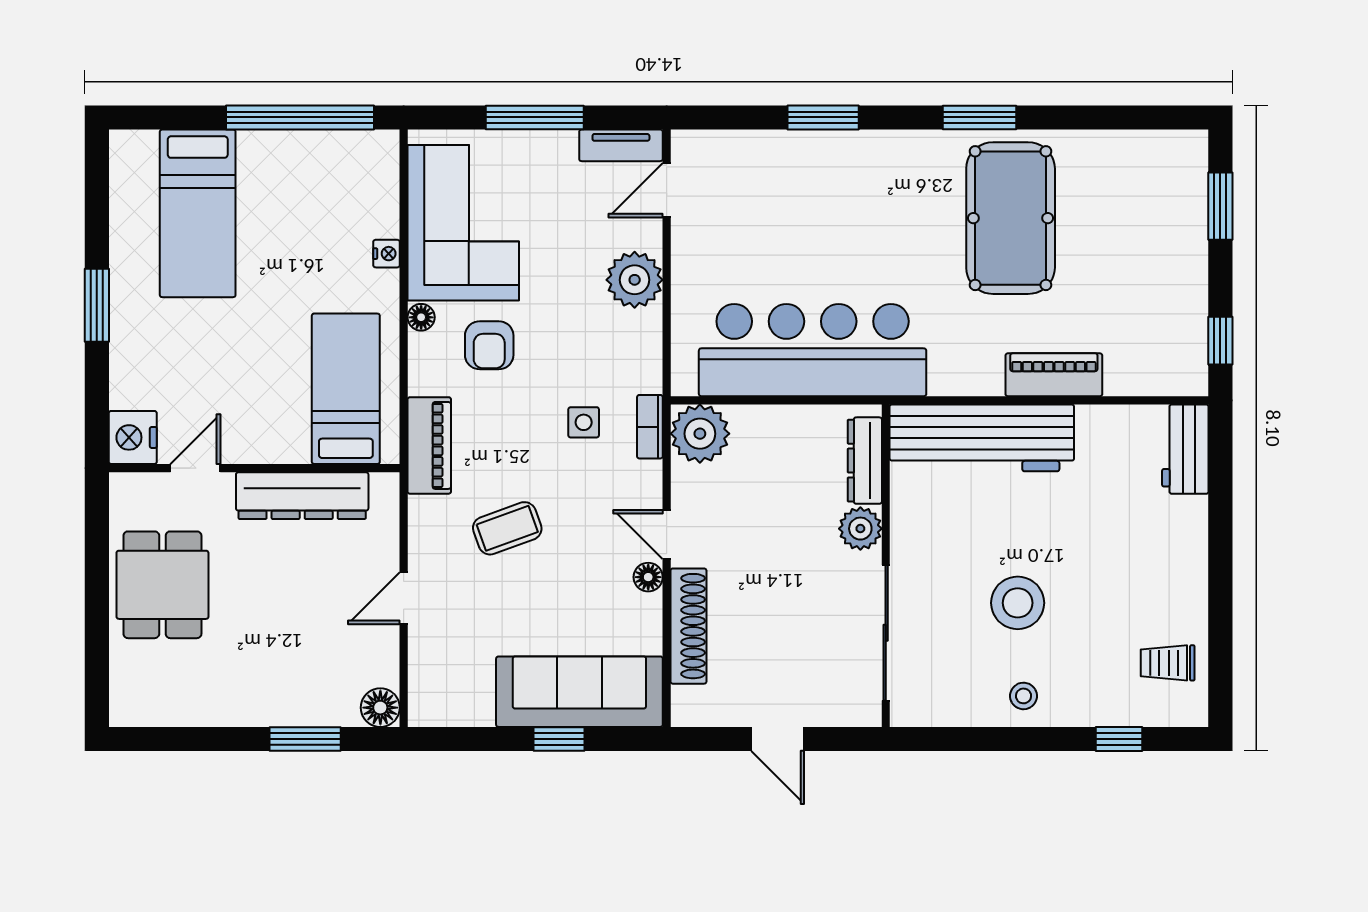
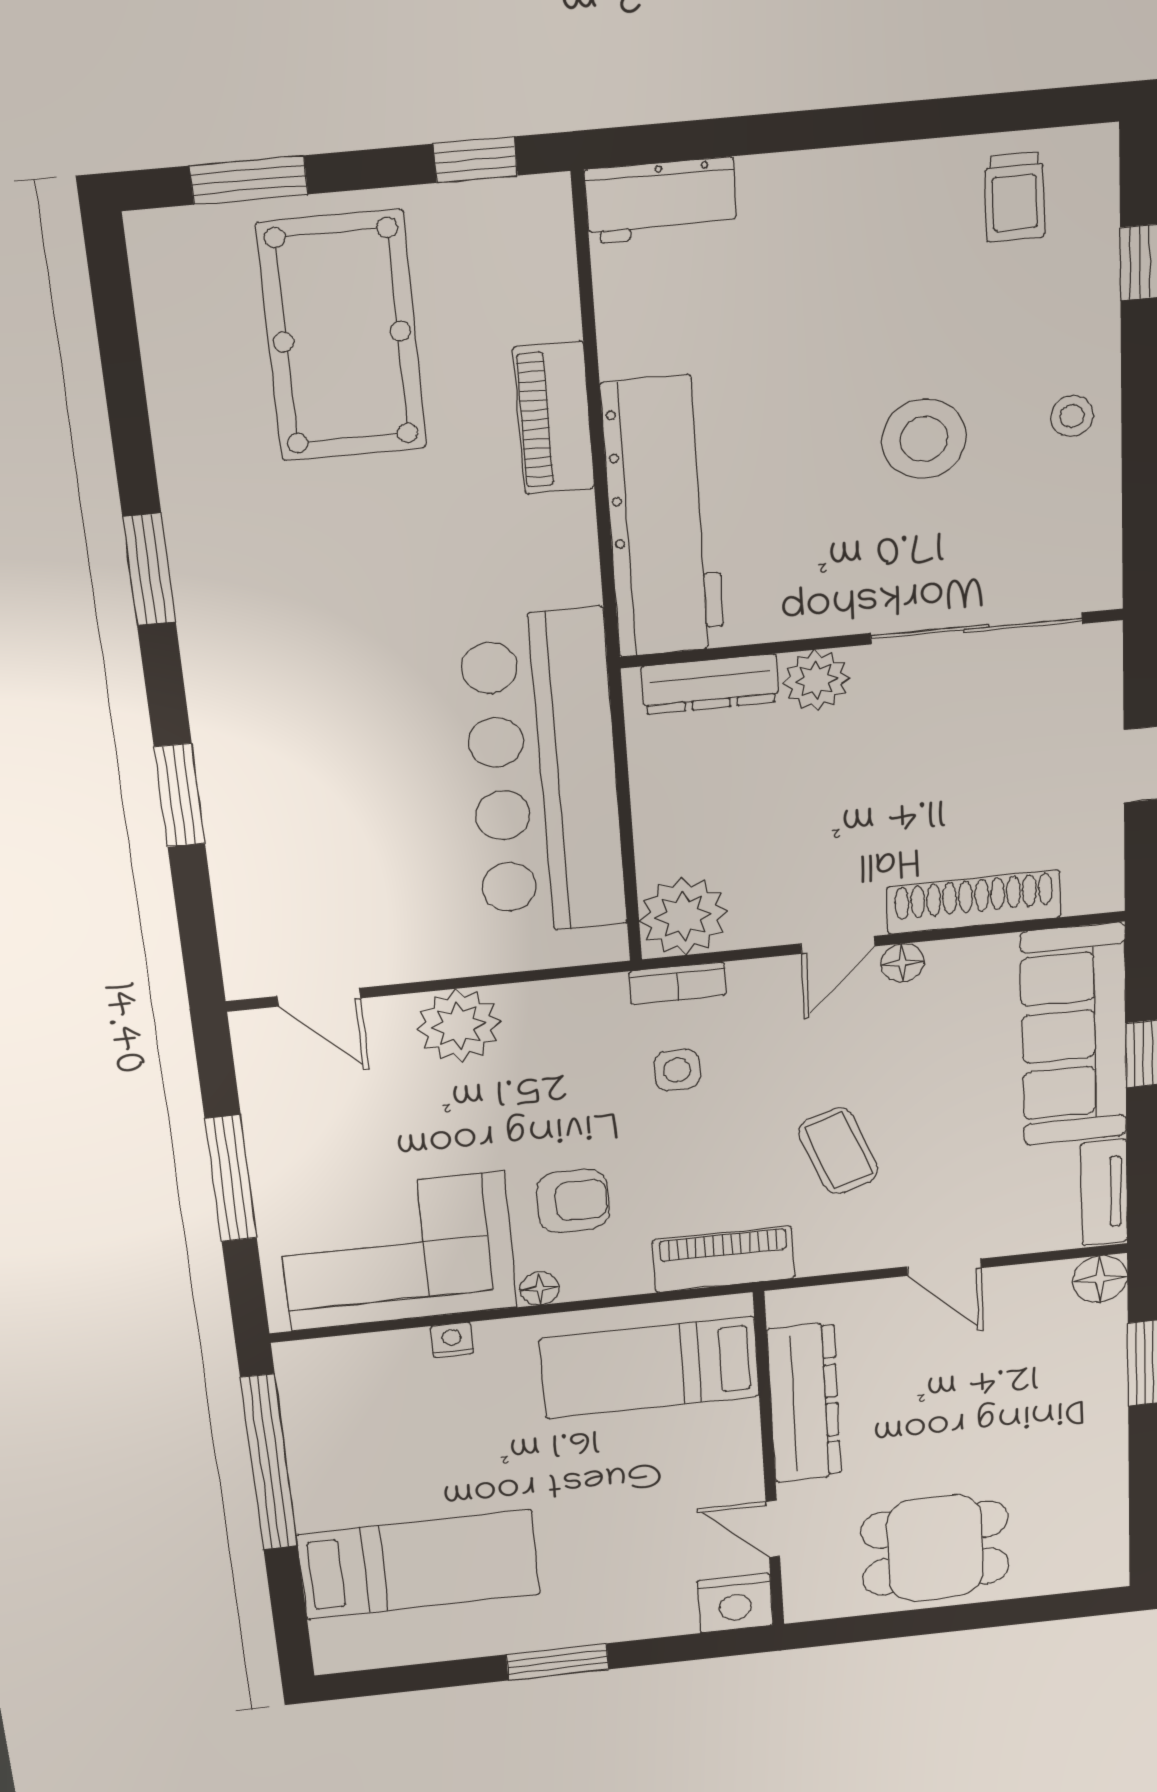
tv unit: (621, 145) -> (1104, 1192), moved, turned 180
pool table: (1011, 218) -> (342, 337), moved, turned 90

